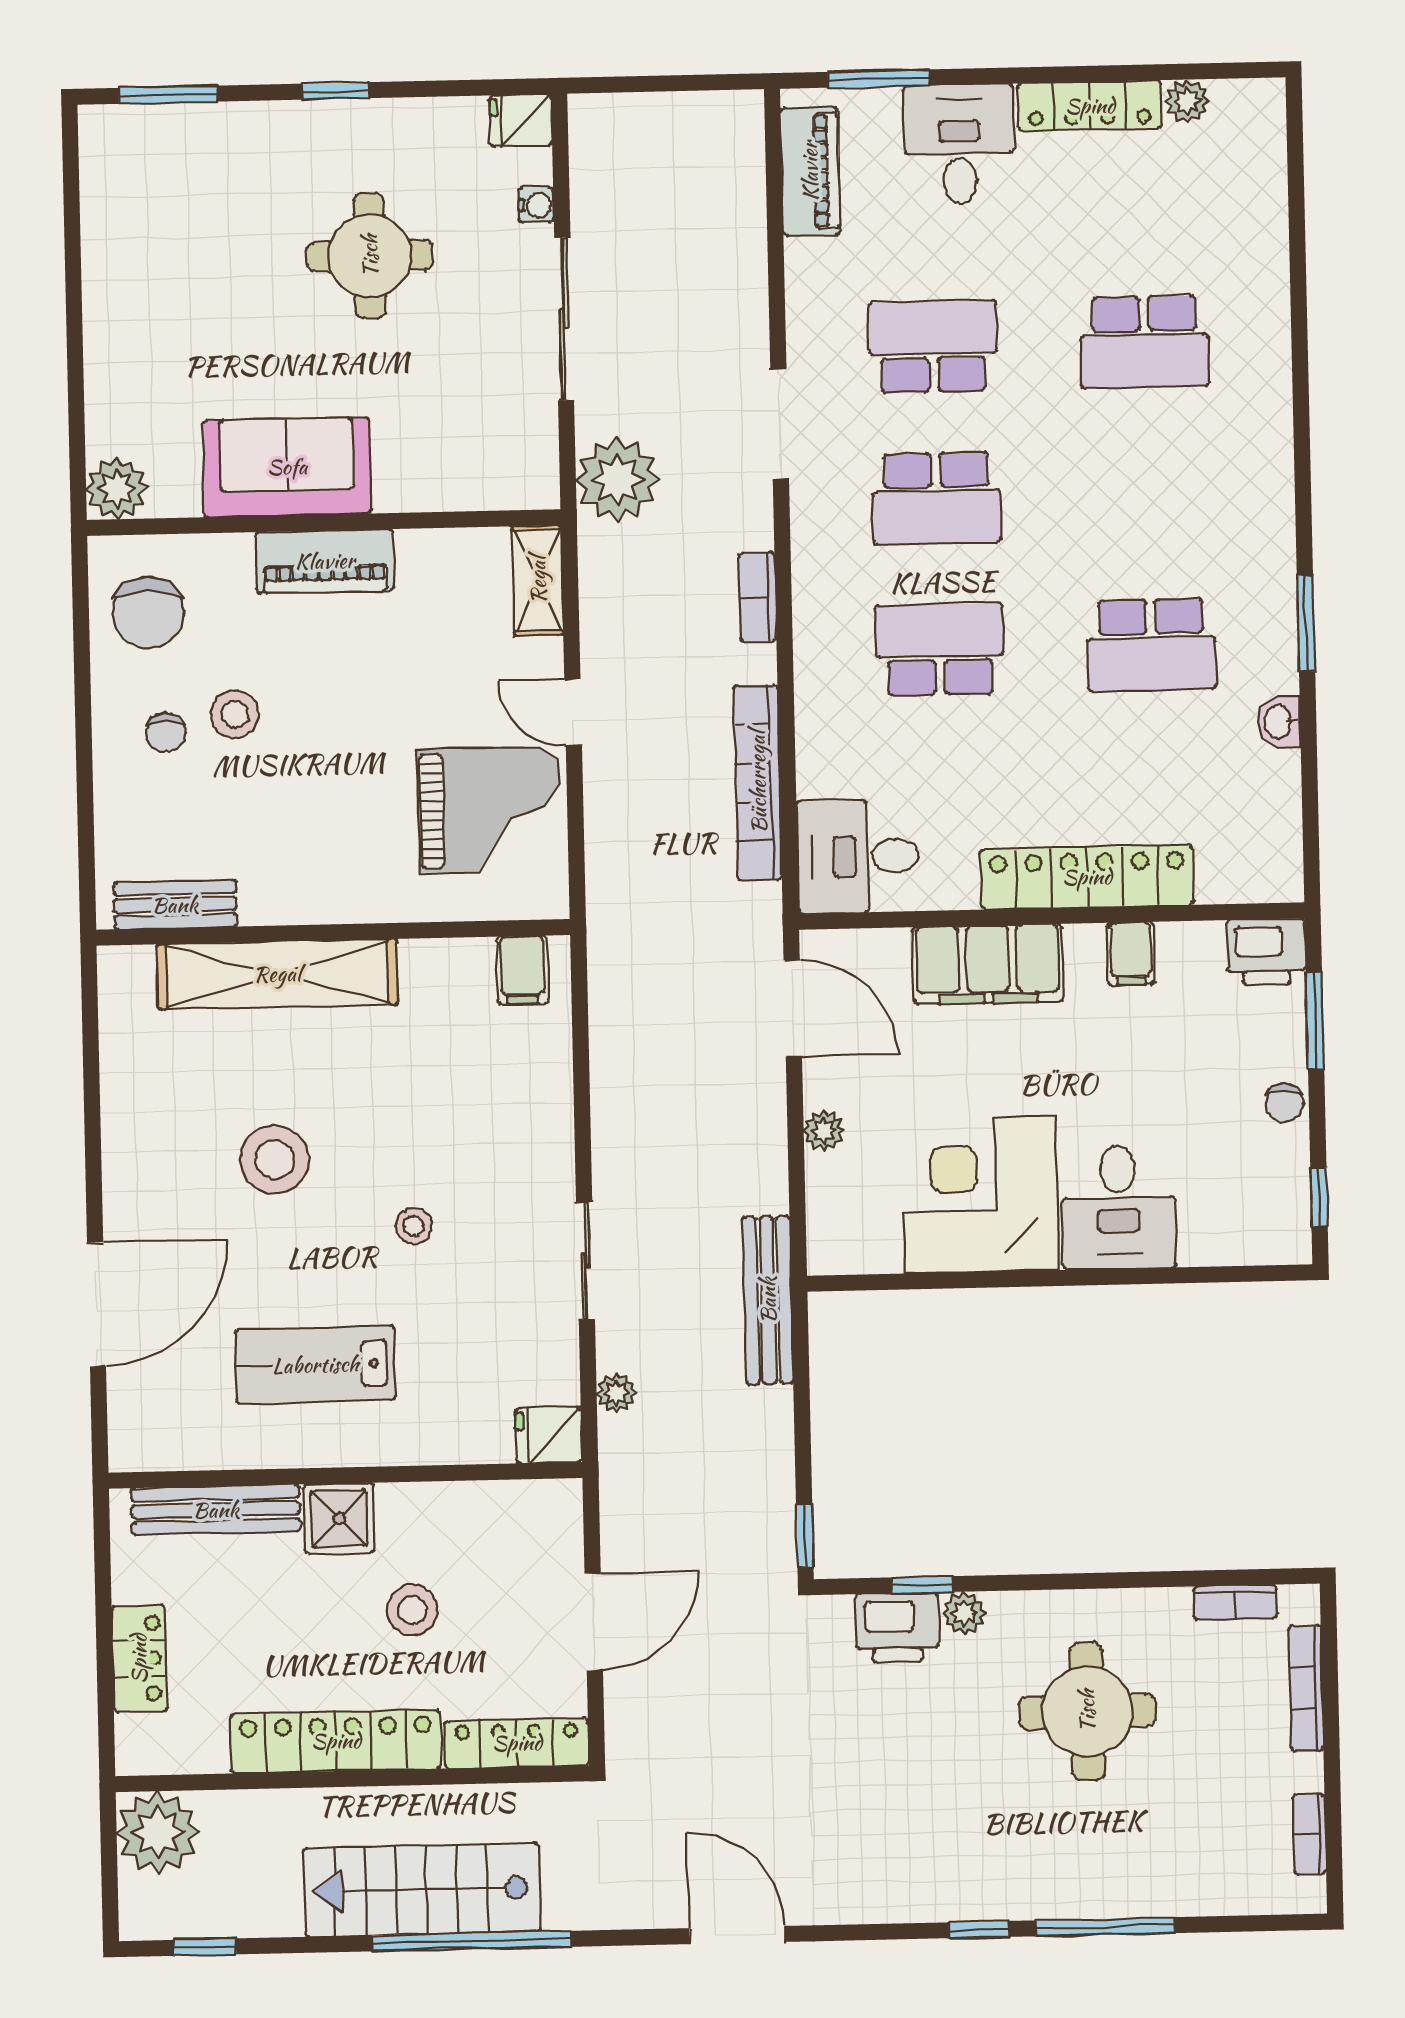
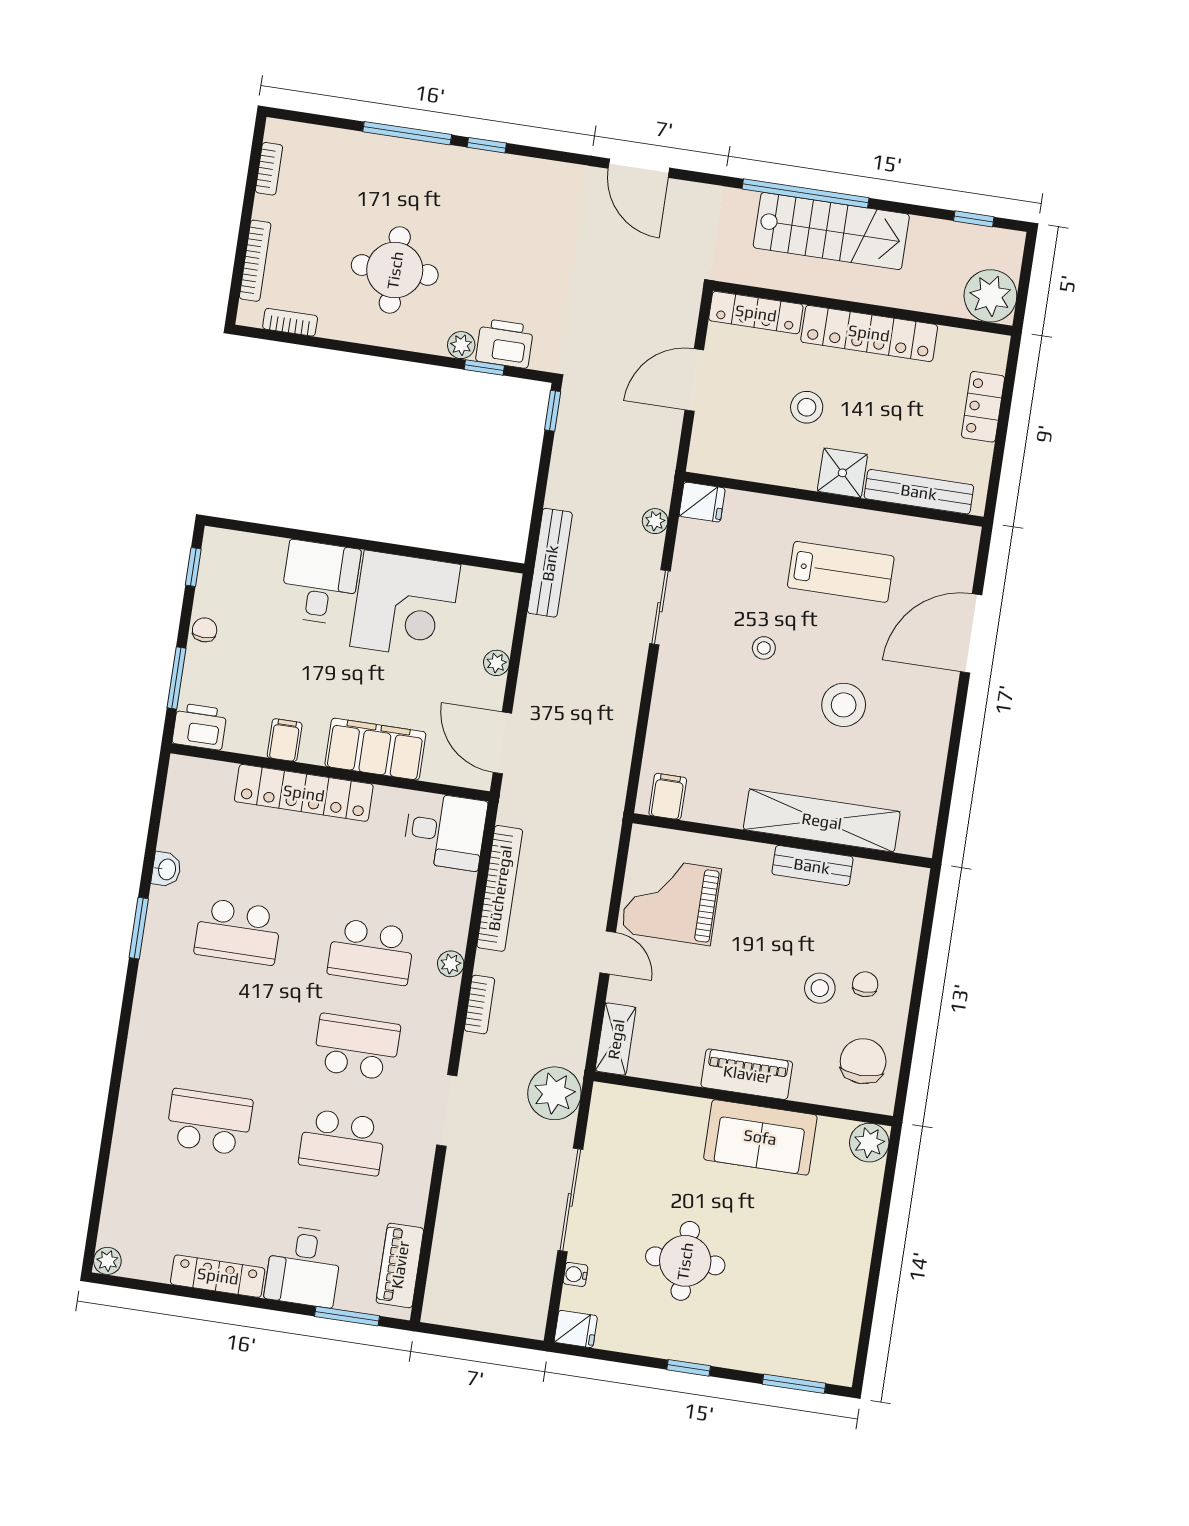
plant: (1187, 101) -> (107, 1261), moved
school desk: (1151, 645) -> (238, 932), turned 180
plant: (813, 652) -> (451, 964), added
bench: (175, 905) -> (812, 866), moved

